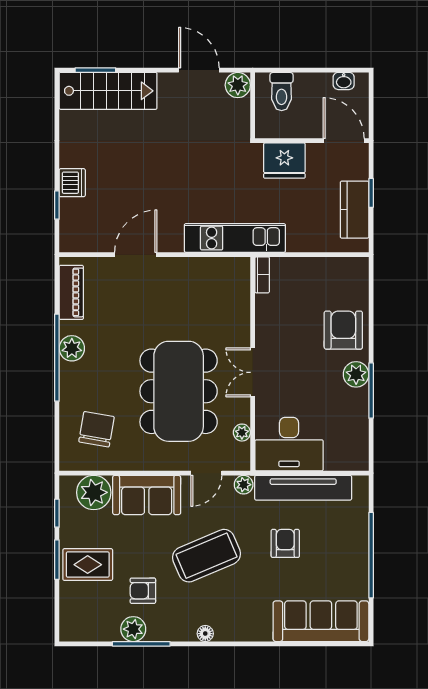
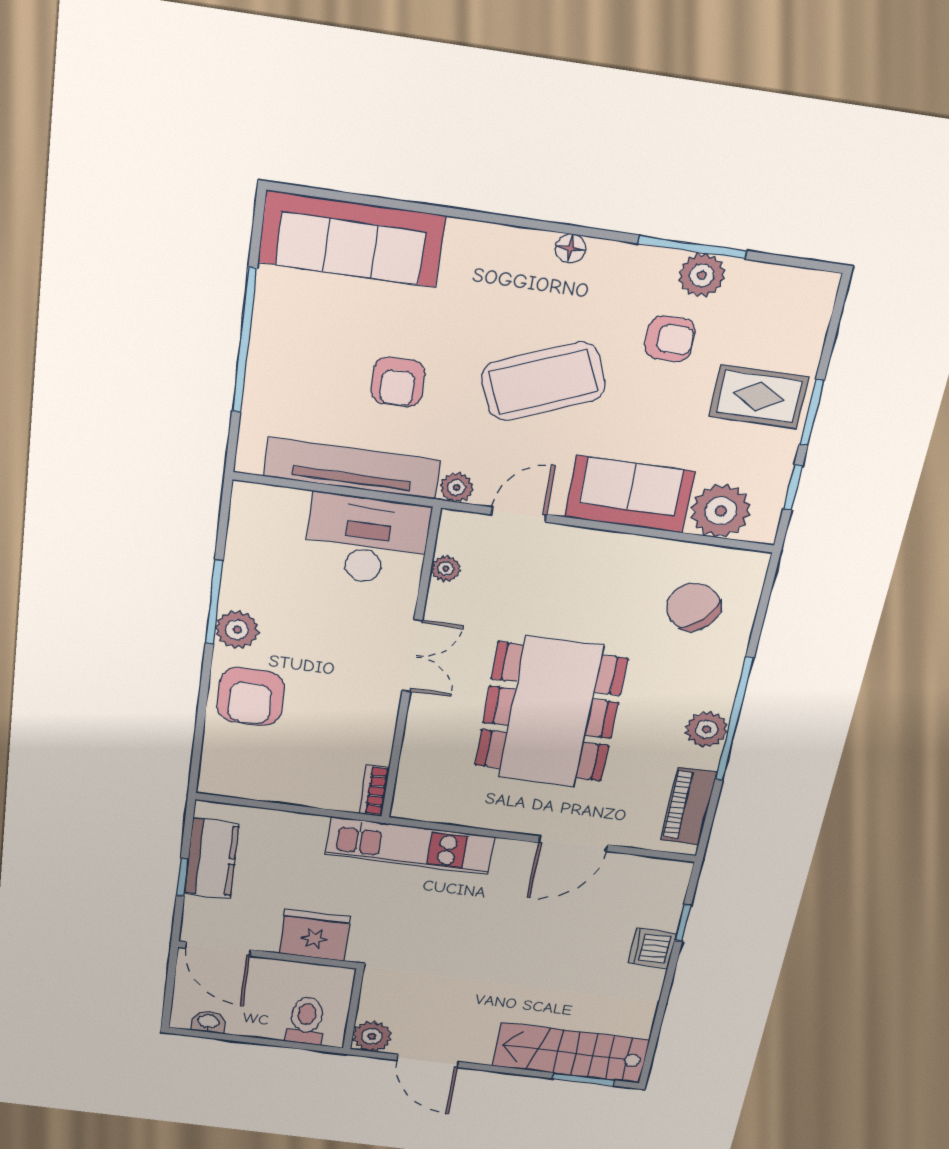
dining table: (179, 391) -> (550, 712), moved
chair: (96, 429) -> (693, 607), turned 123

